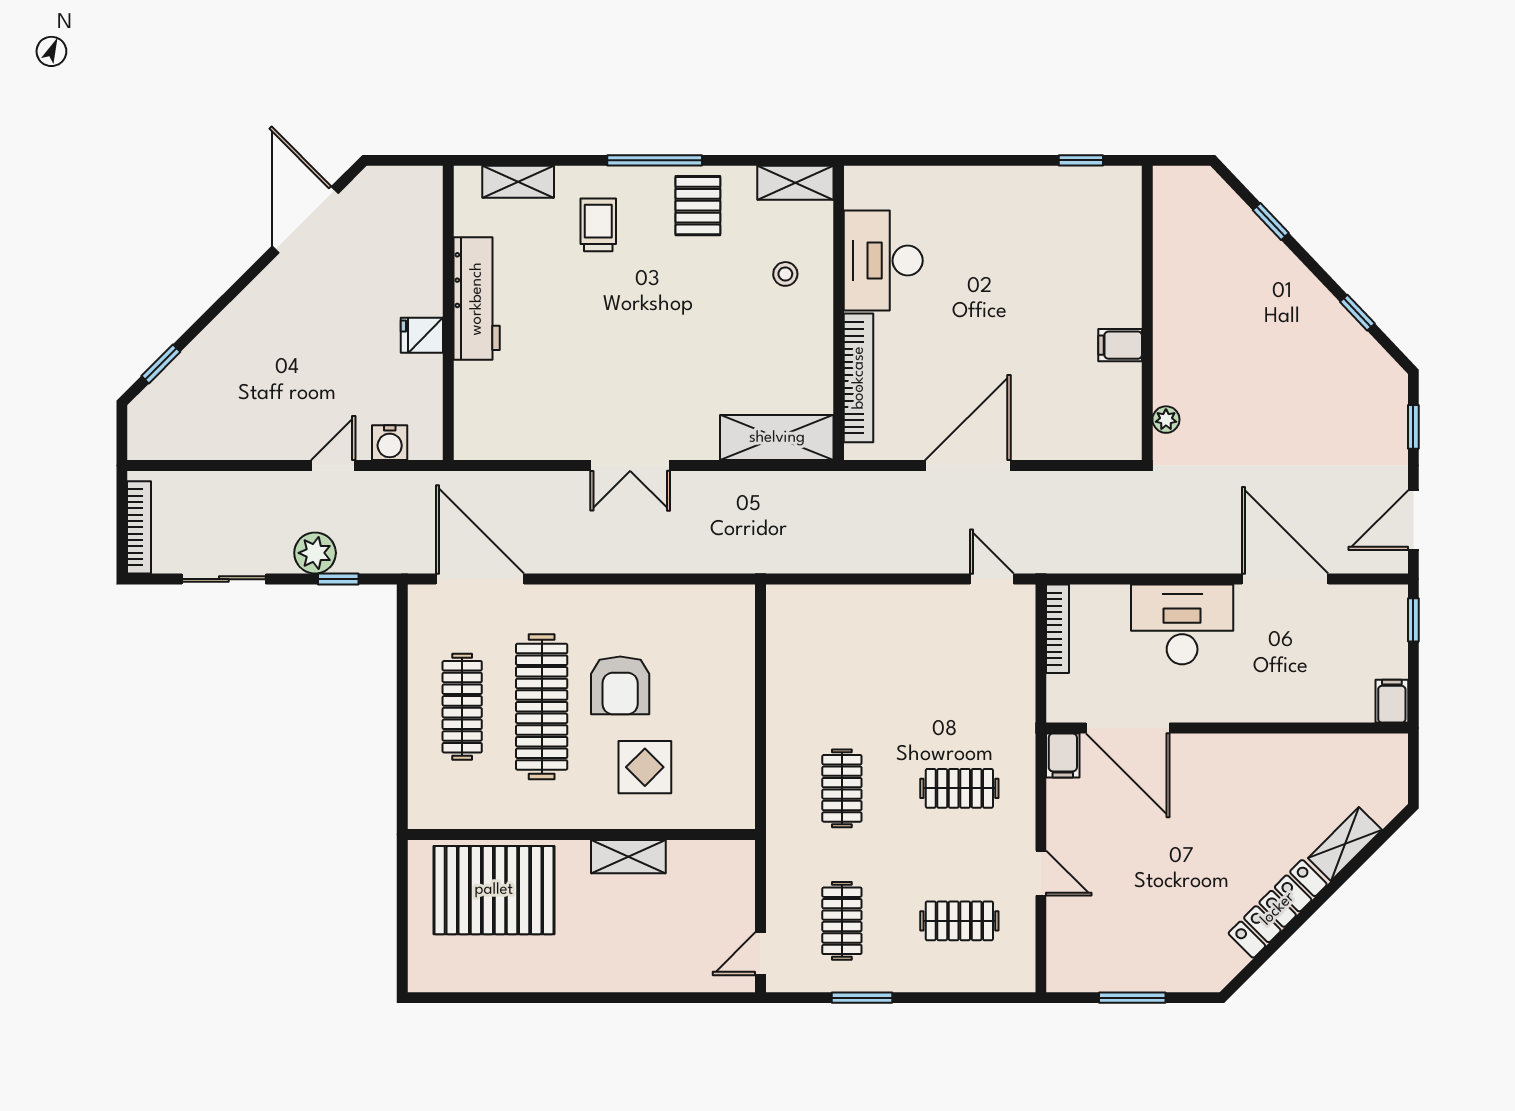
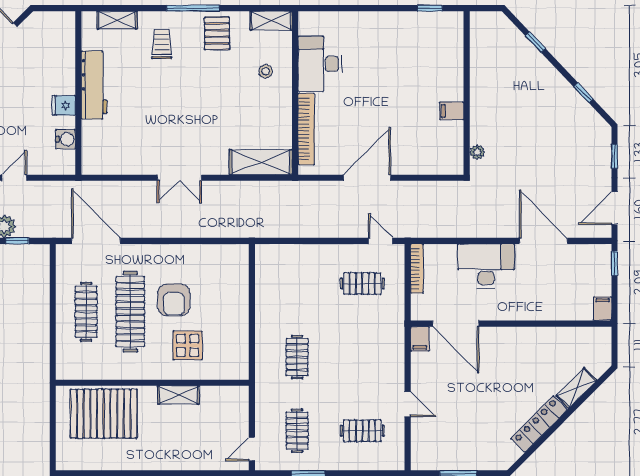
water cooler: (390, 443) -> (66, 139), moved, turned -90
clothes rail: (959, 788) -> (362, 283), moved

